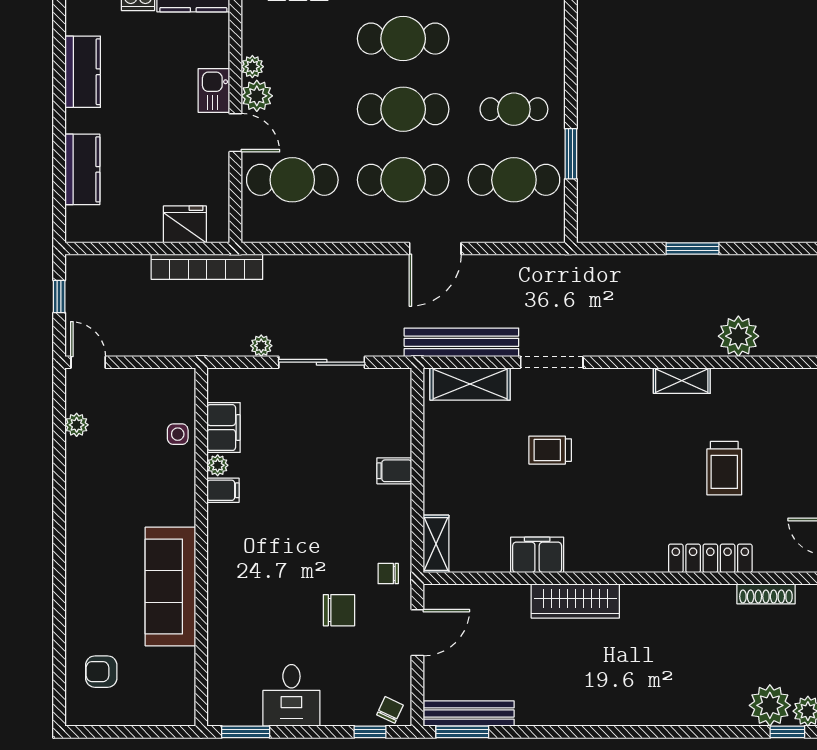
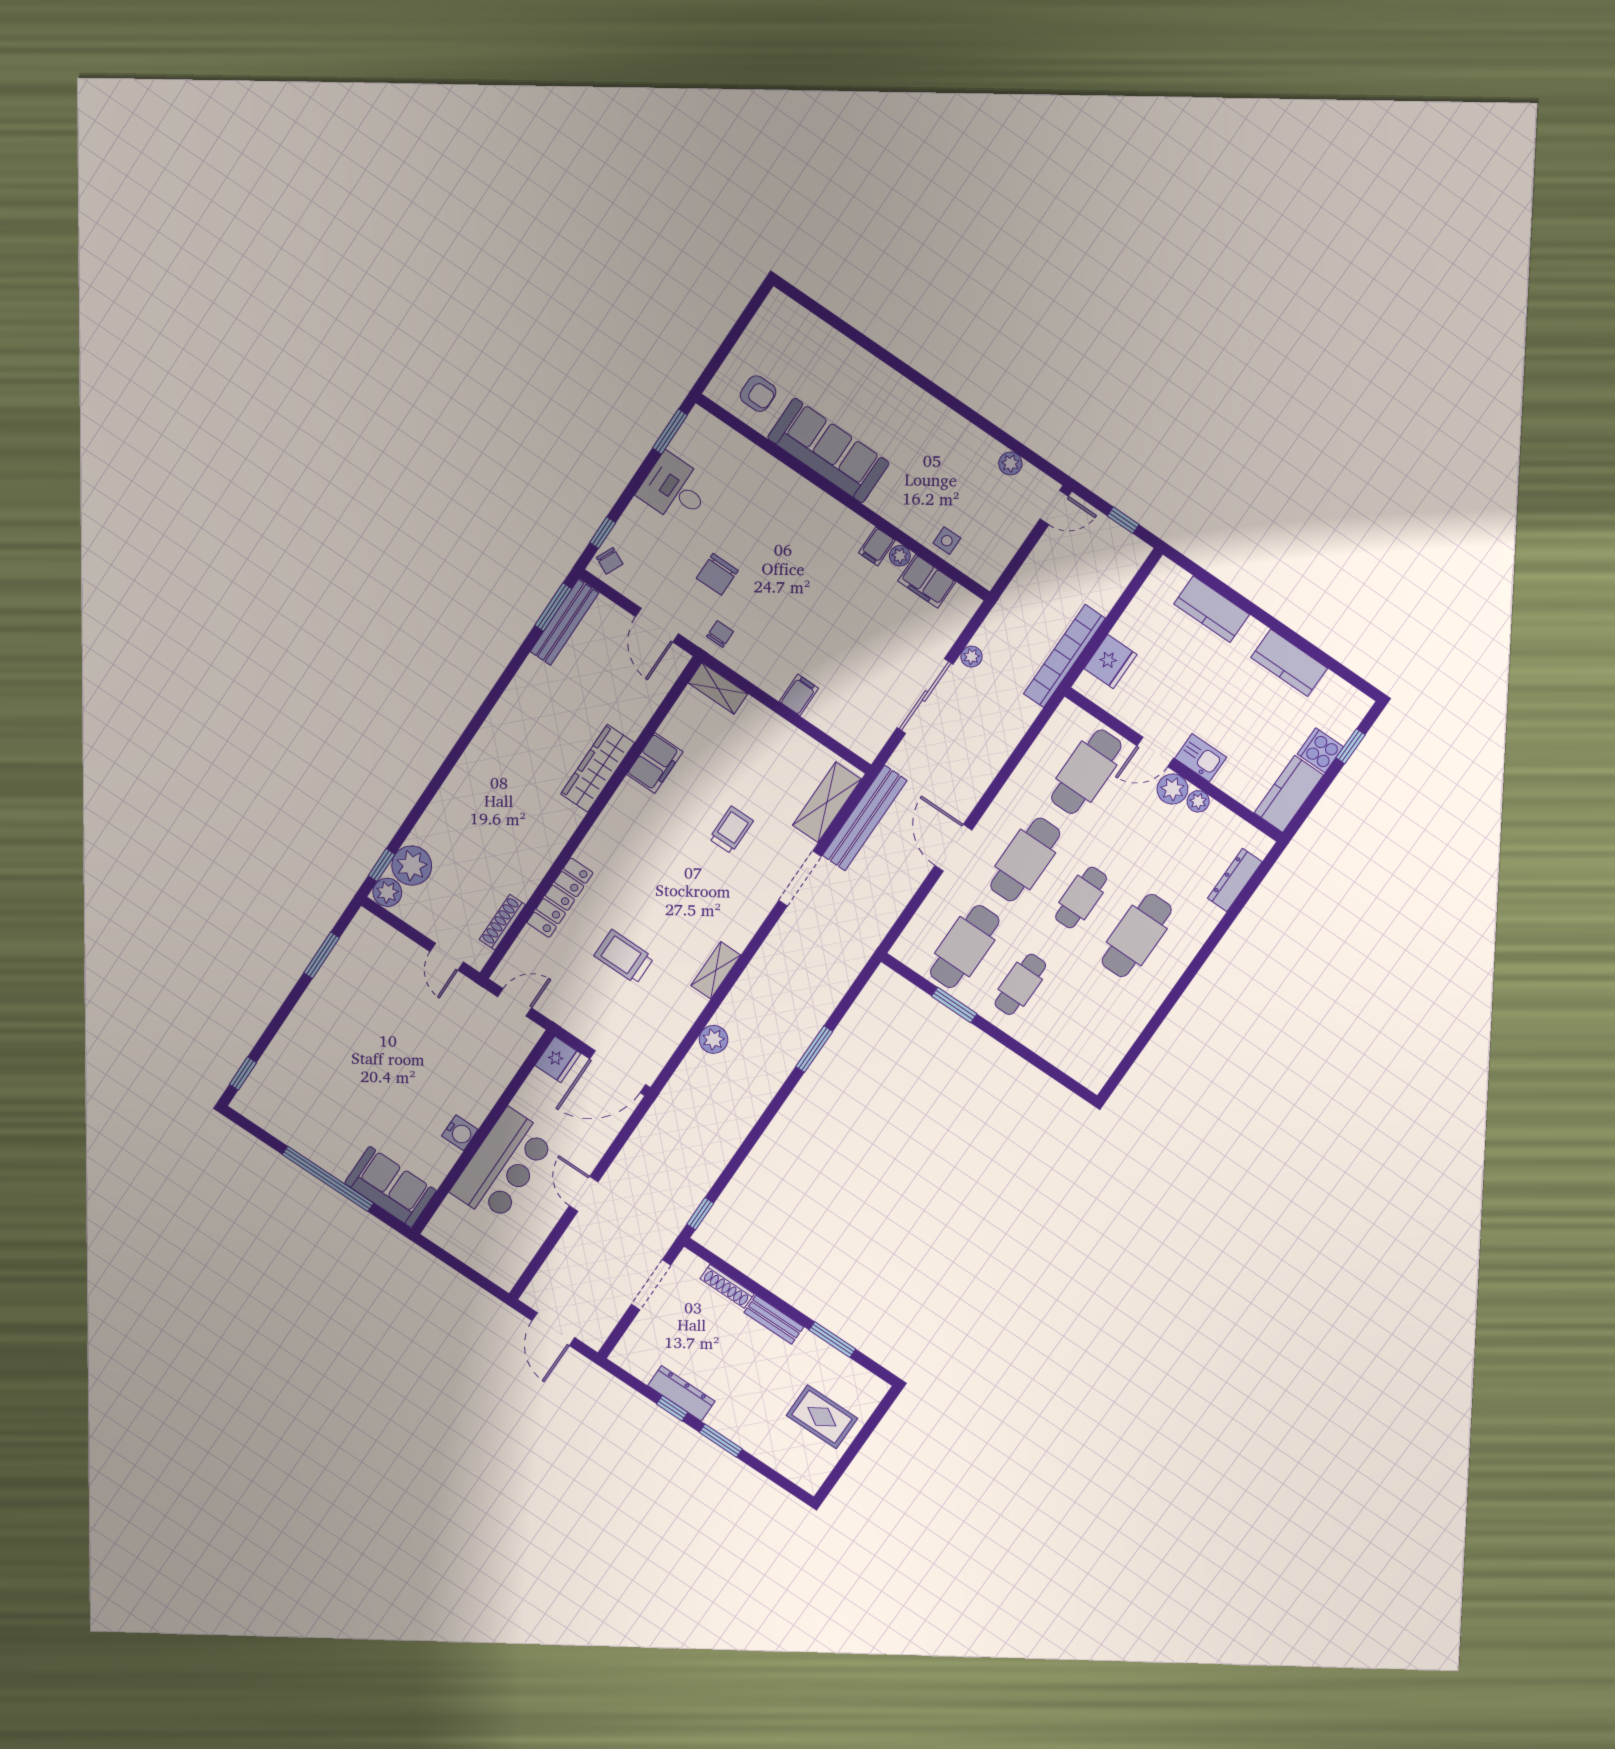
cafe table: (403, 109) -> (1081, 898), width x0.73, depth x0.74
plant: (738, 336) -> (713, 1039), width x0.73, depth x0.73
armchair: (101, 672) -> (758, 394), moved, turned 90

